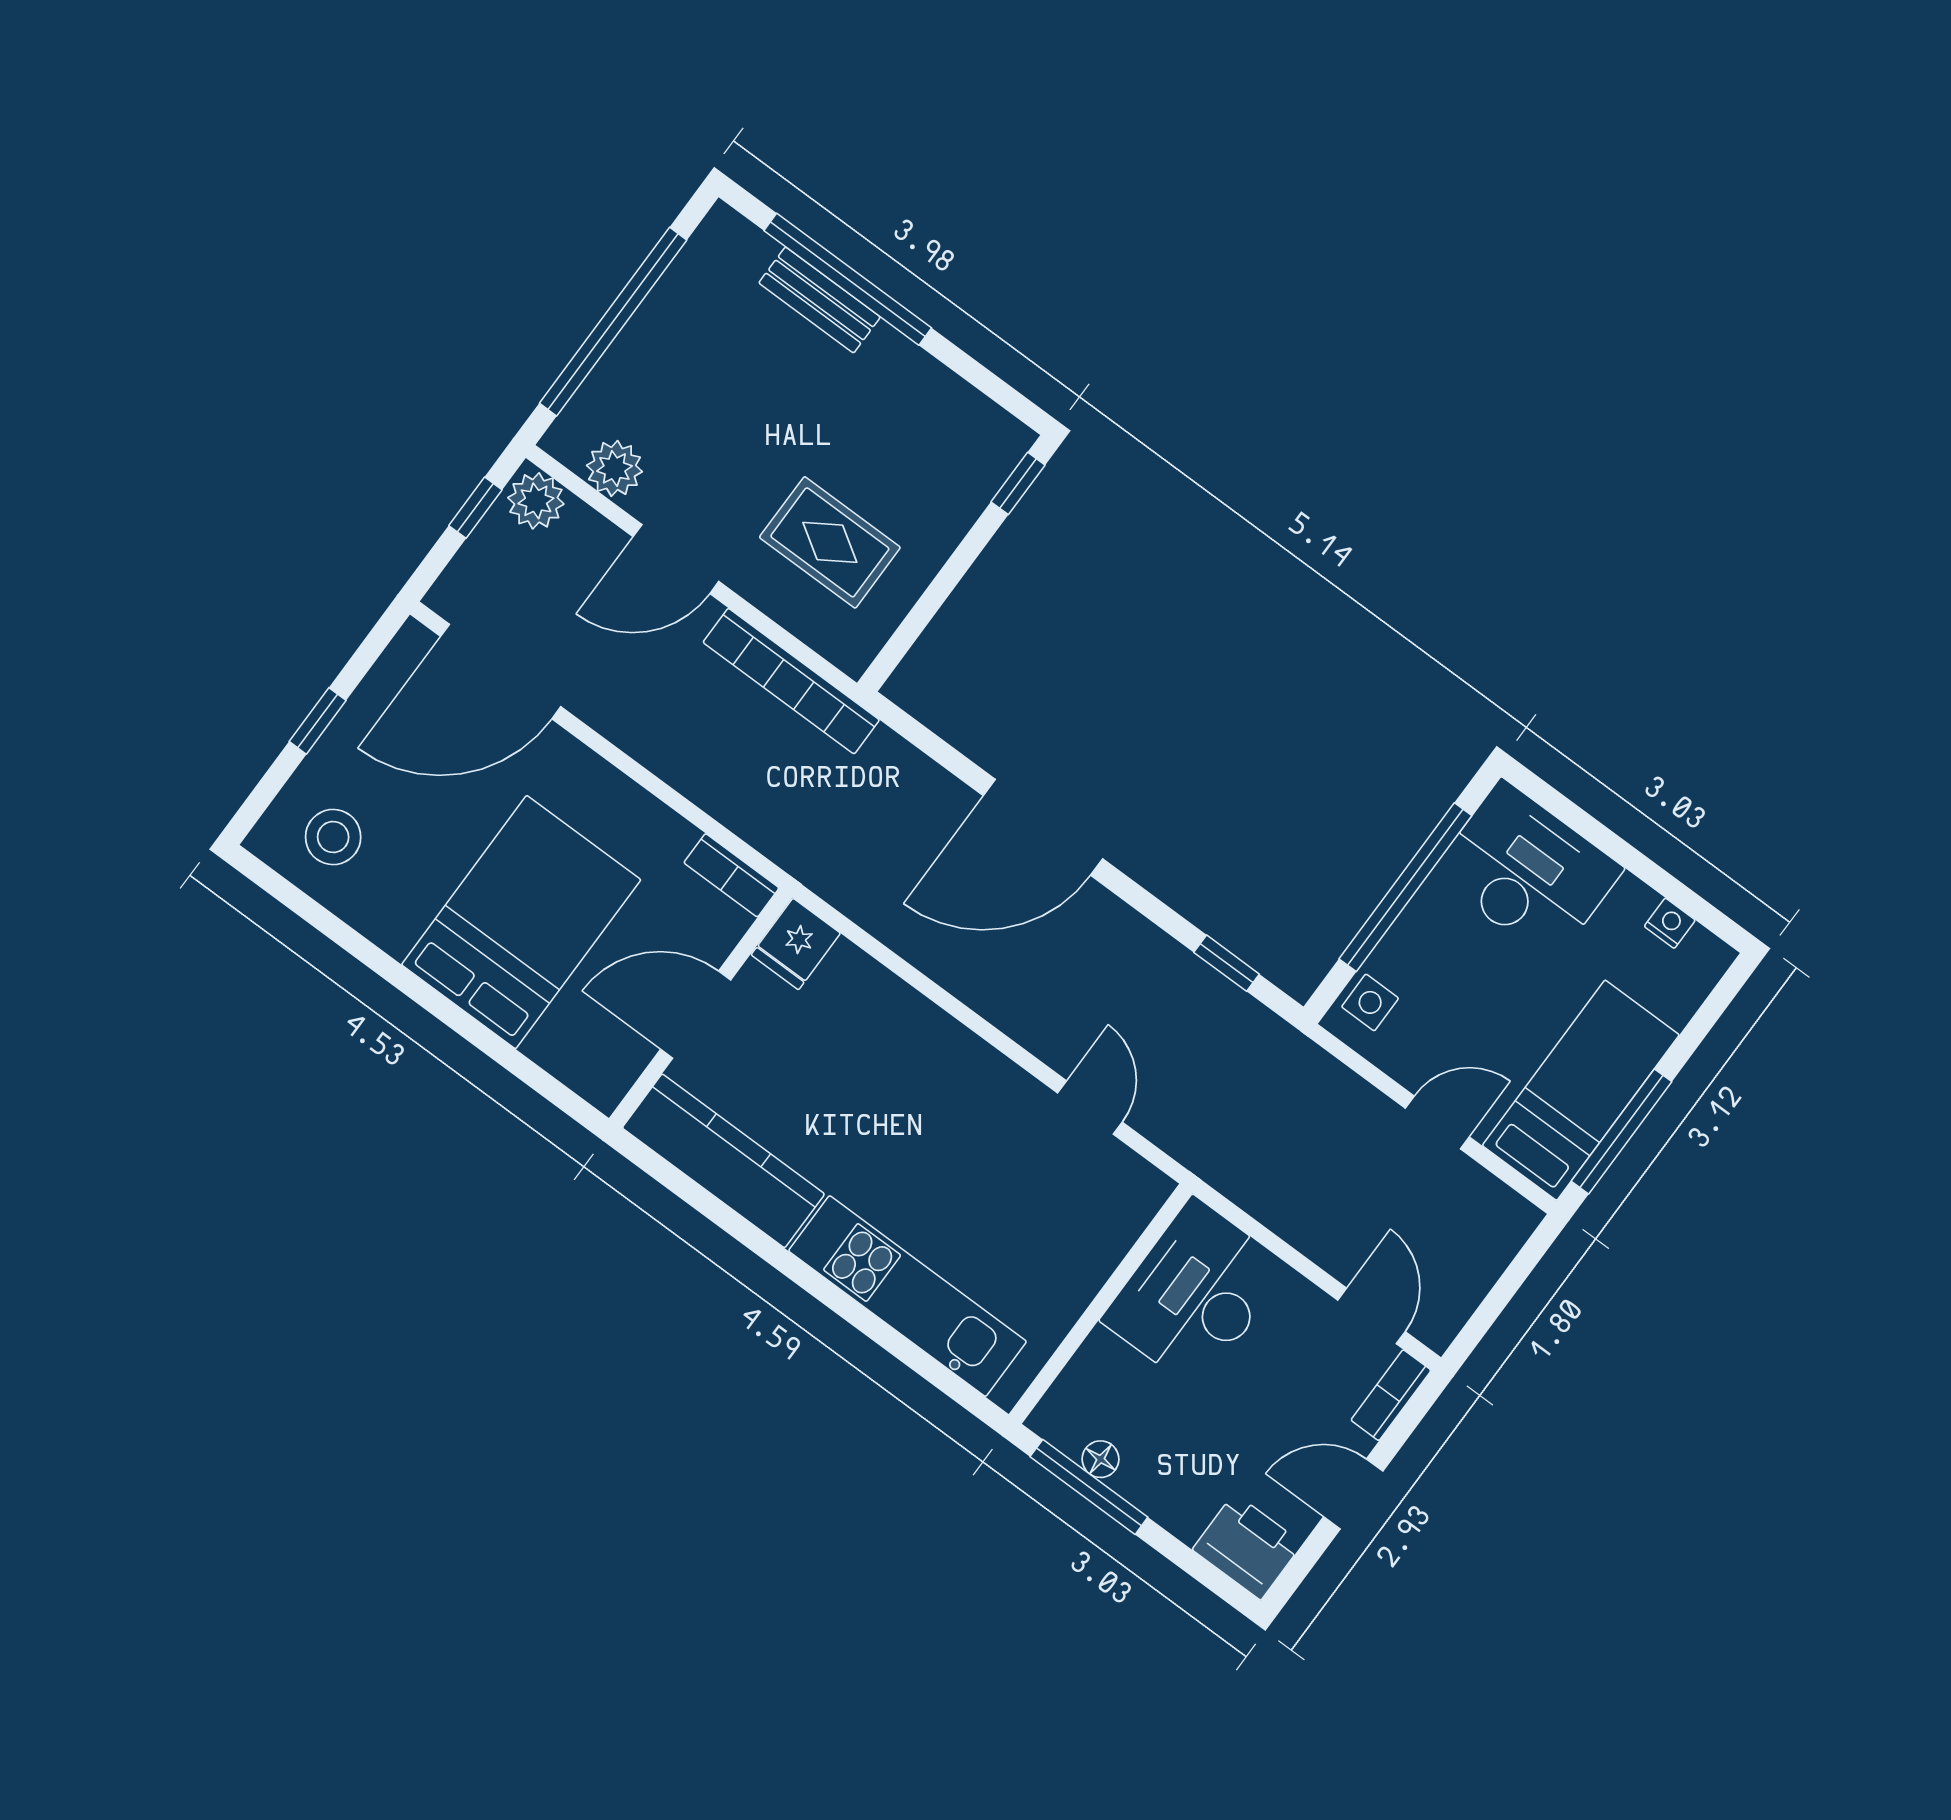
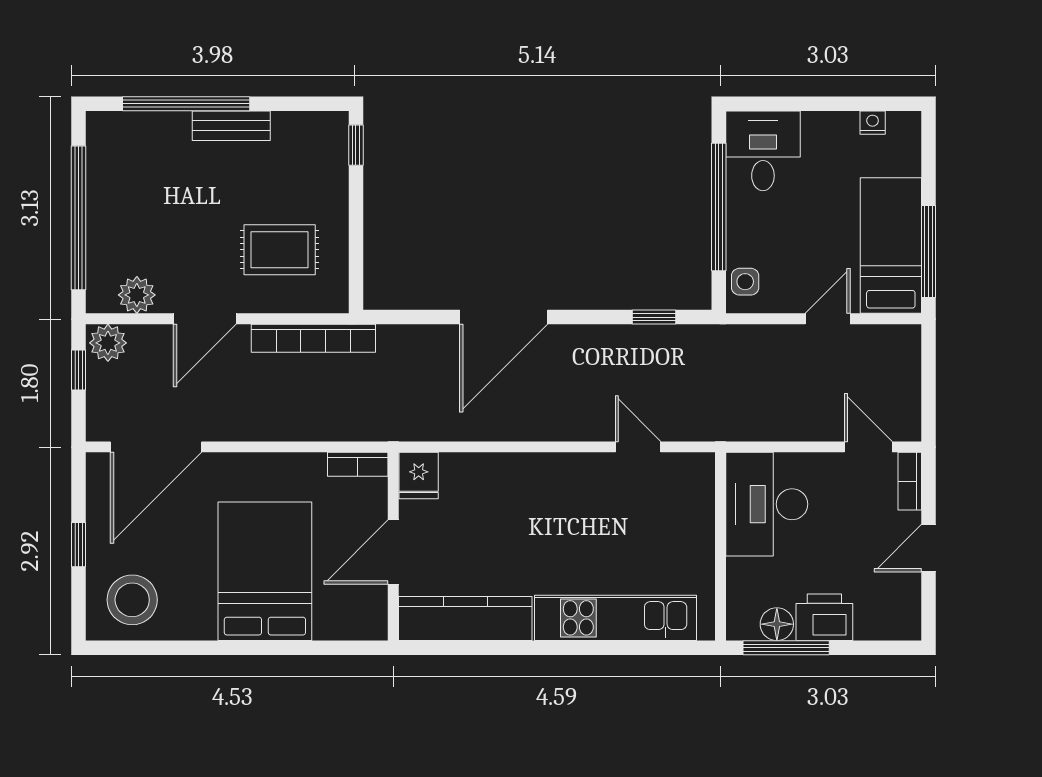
bench: (820, 300) -> (231, 126), moved
stool: (333, 837) -> (132, 600), width x1.38, depth x1.38
desk: (1527, 871) -> (763, 151), width x0.73
floor lamp: (1100, 1459) -> (777, 624), width x1.37, depth x1.37
printer: (1247, 1546) -> (824, 617), moved

